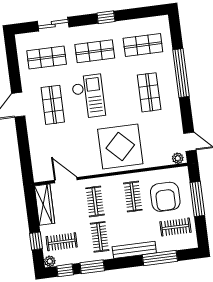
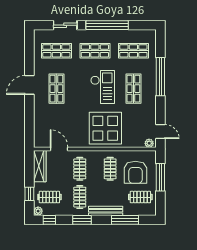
window: (106, 17) -> (107, 25), width x3.17
checkout: (88, 96) -> (103, 87), moved
window: (92, 267) -> (82, 220), moved

